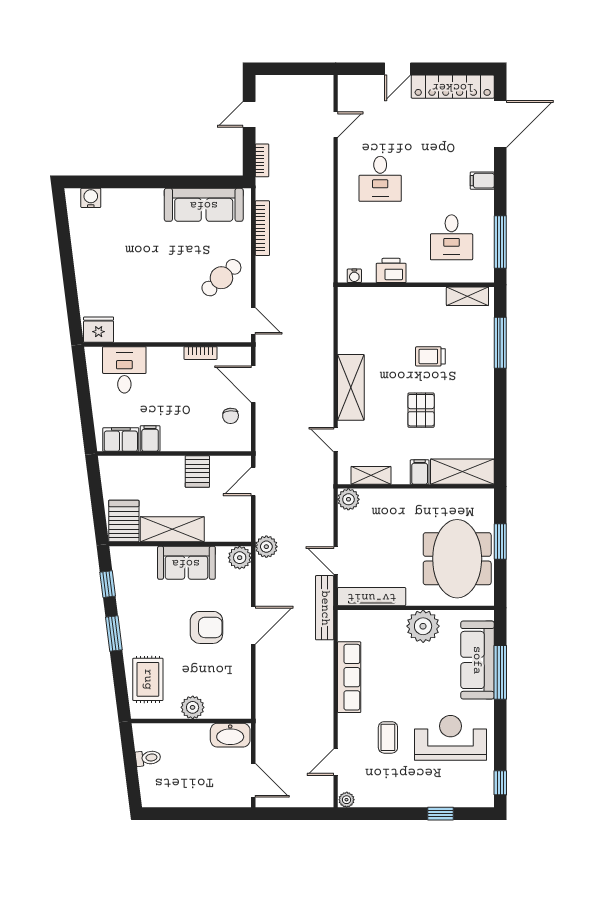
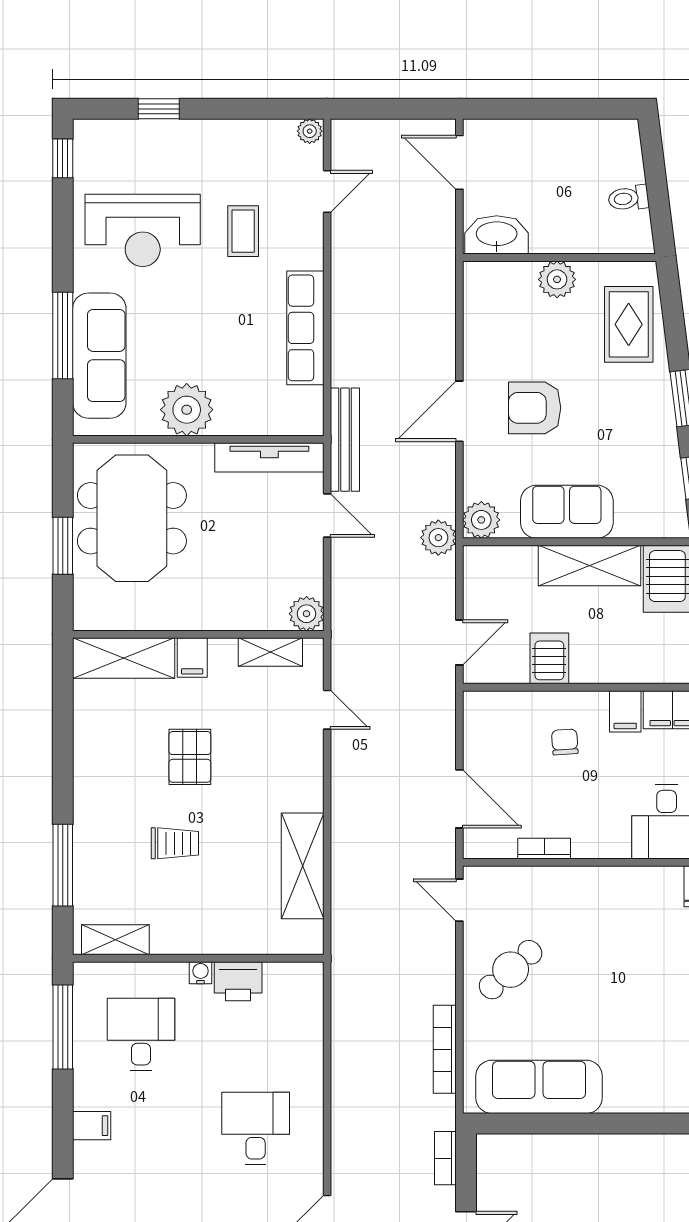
water cooler: (354, 276) -> (201, 973), moved
shelving: (351, 387) -> (303, 866), moved
chair: (231, 416) -> (565, 742), moved

